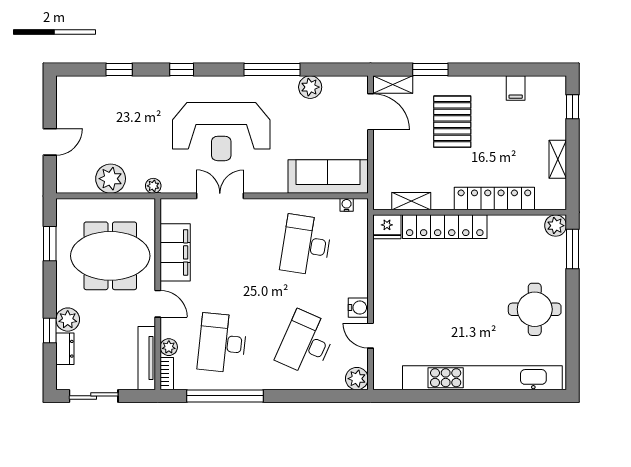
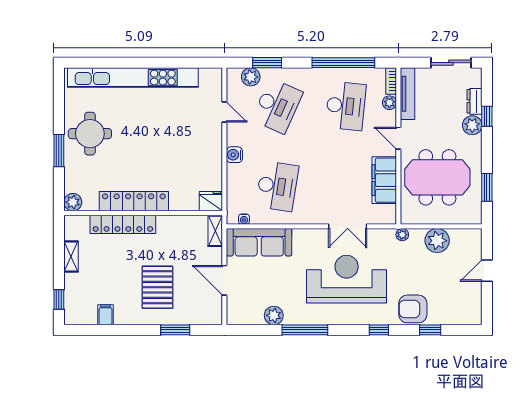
shelving: (393, 85) -> (206, 318), removed
armchair: (140, 95) -> (413, 309), added
door: (370, 112) -> (224, 280), moved
shelving: (411, 201) -> (215, 231), moved, turned 90
locker: (445, 227) -> (134, 201), moved
window: (573, 249) -> (59, 151), moved
water cooler: (358, 308) -> (234, 155), moved
plant: (357, 379) -> (251, 77), moved
window: (318, 396) -> (267, 63), added

